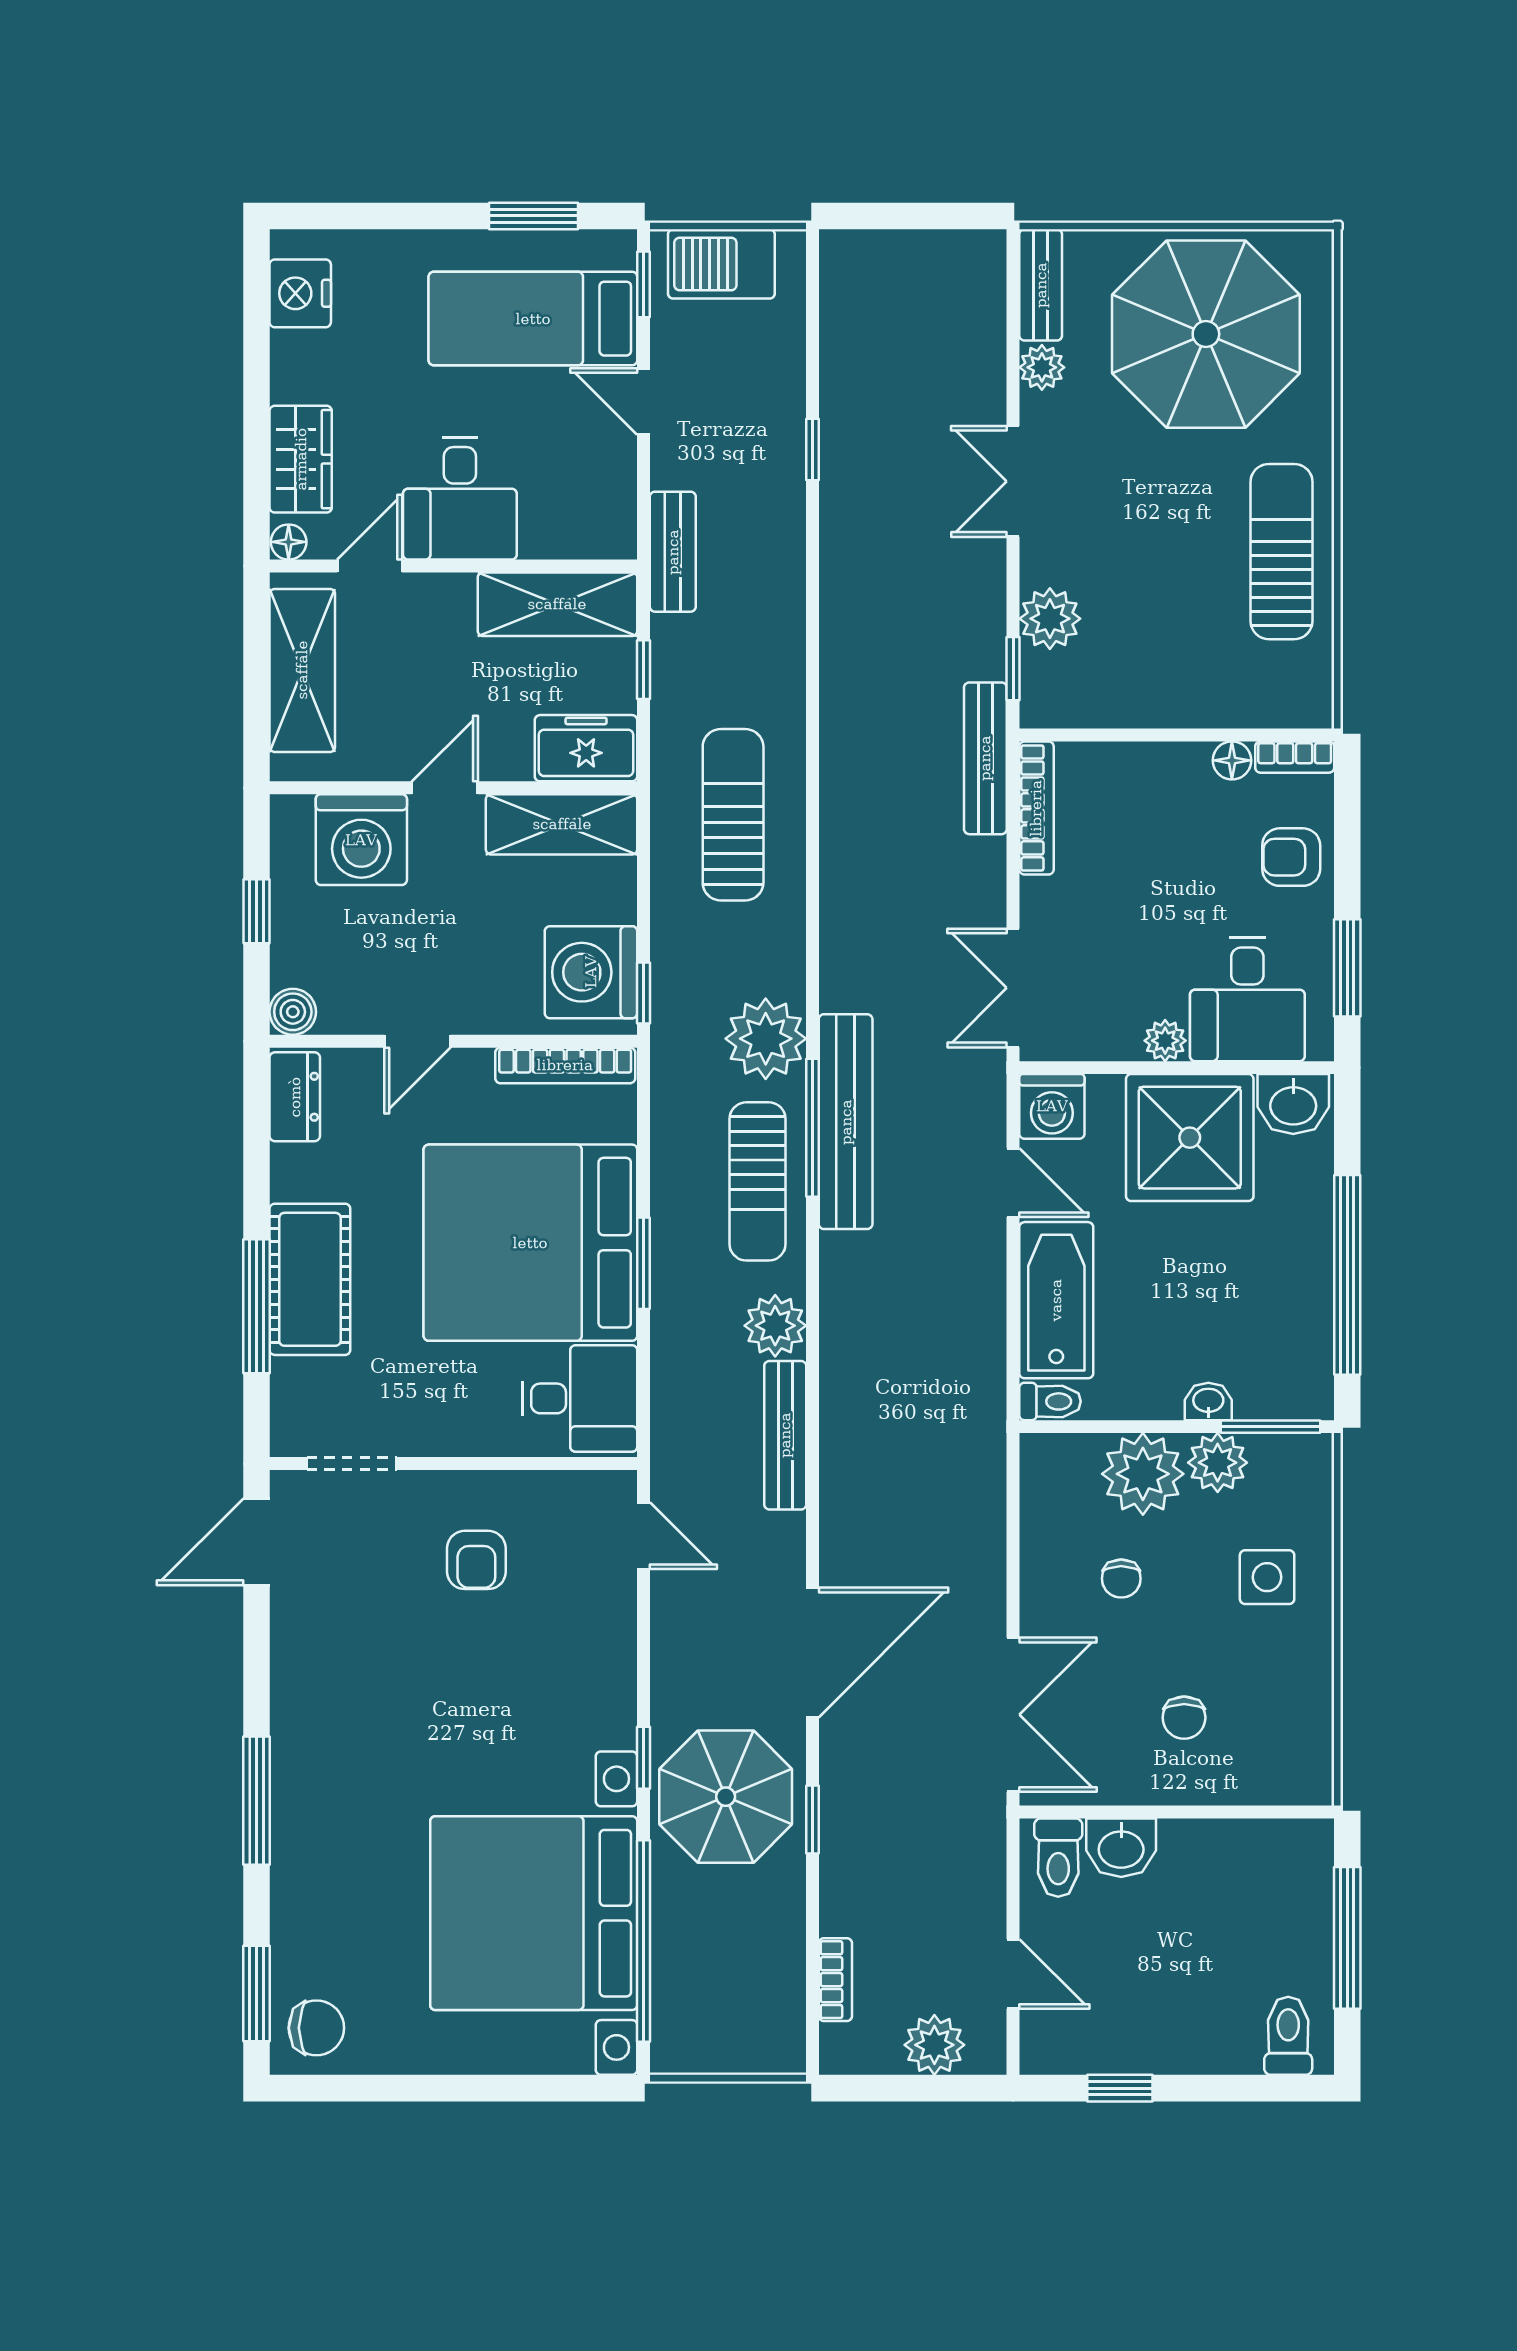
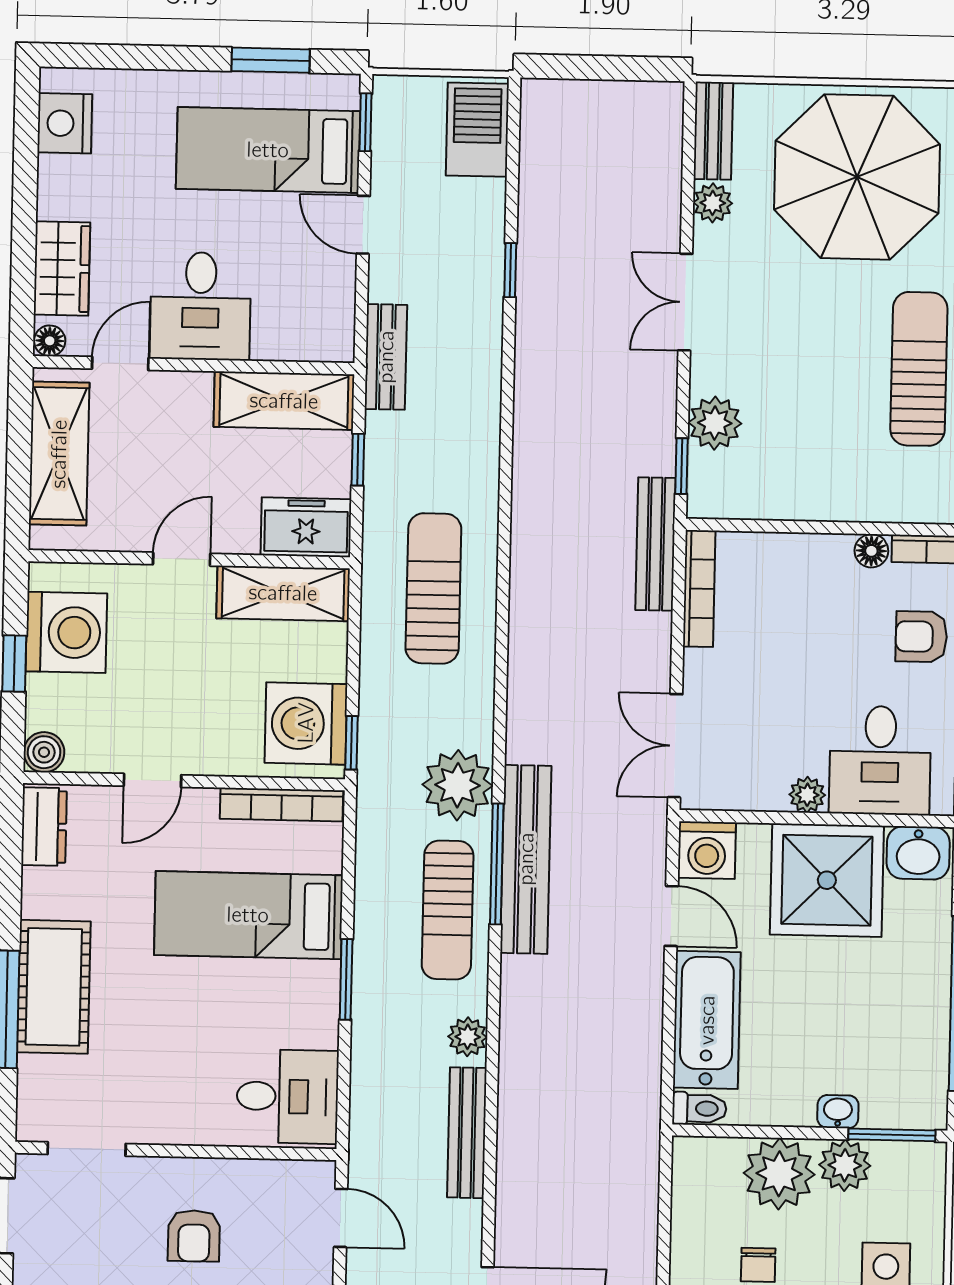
barbecue: (721, 264) -> (477, 130), moved, turned 90
washing machine: (361, 840) -> (66, 632), moved, turned -90
bed: (530, 1243) -> (248, 915), width x0.49
plant: (775, 1326) -> (468, 1037), width x0.73, depth x0.73

